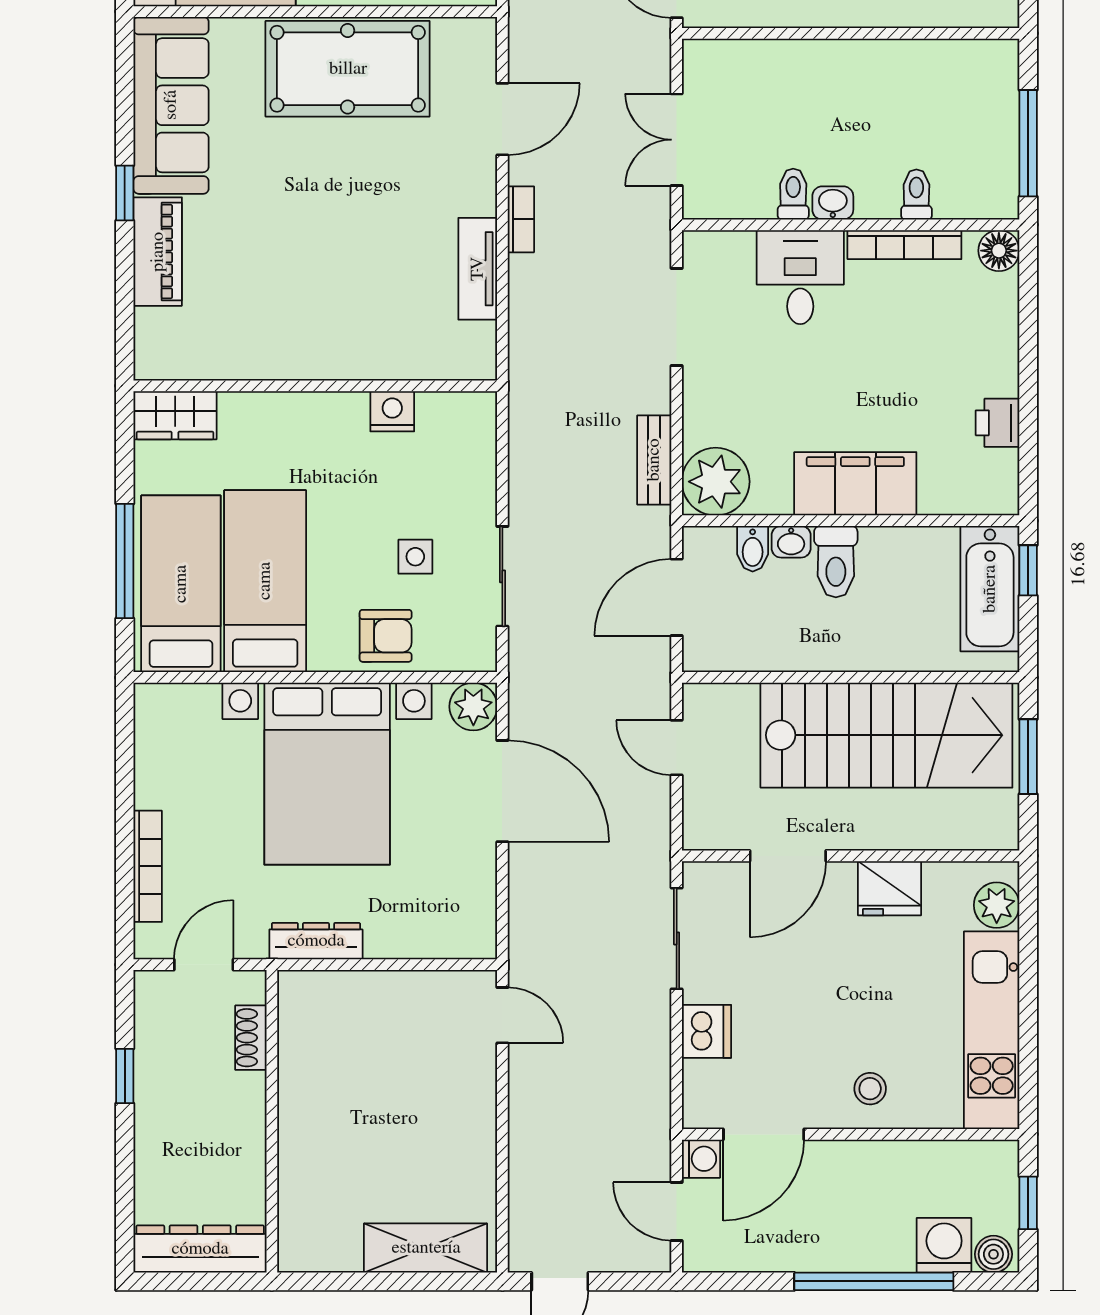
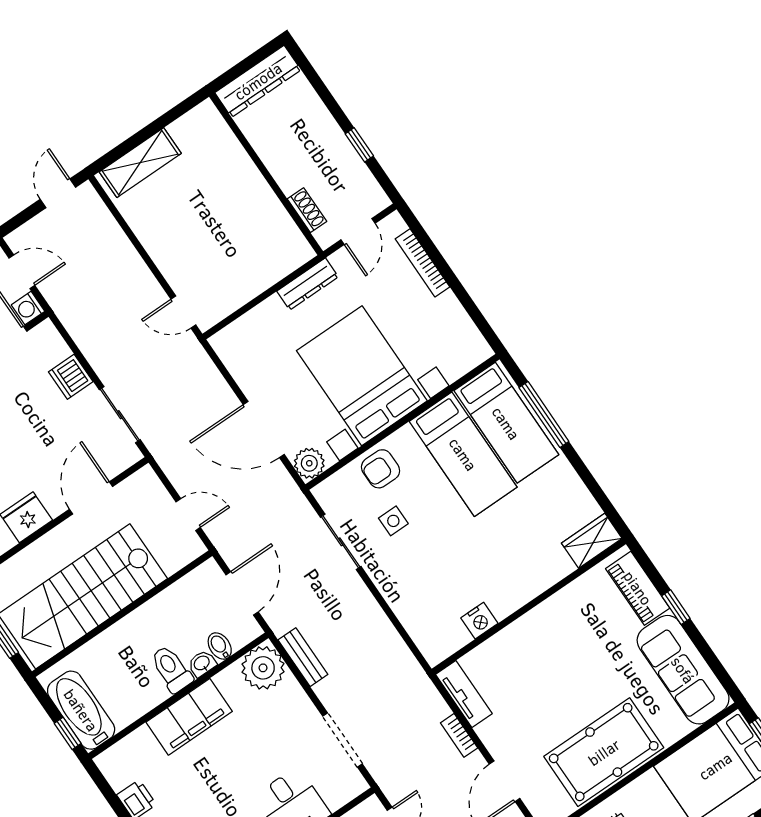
wall: (315, 386) -> (529, 606), moved
nightstand: (392, 411) -> (479, 621), moved
wardrobe: (175, 415) -> (592, 541), moved

